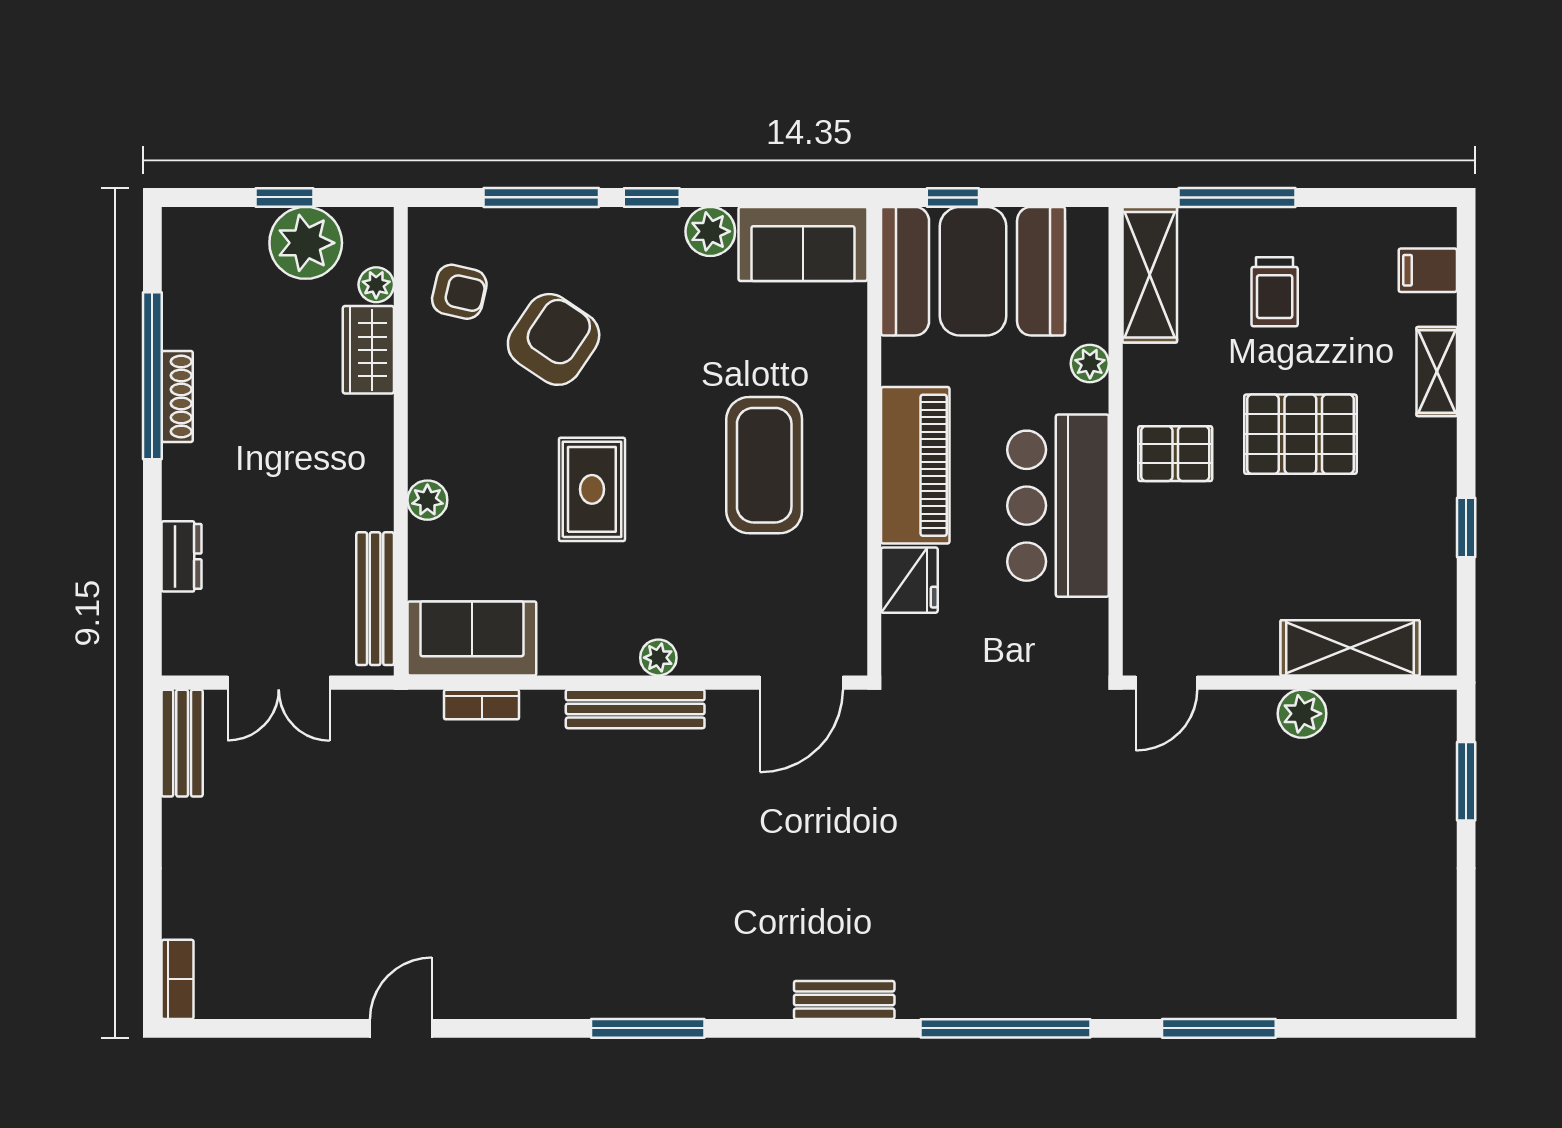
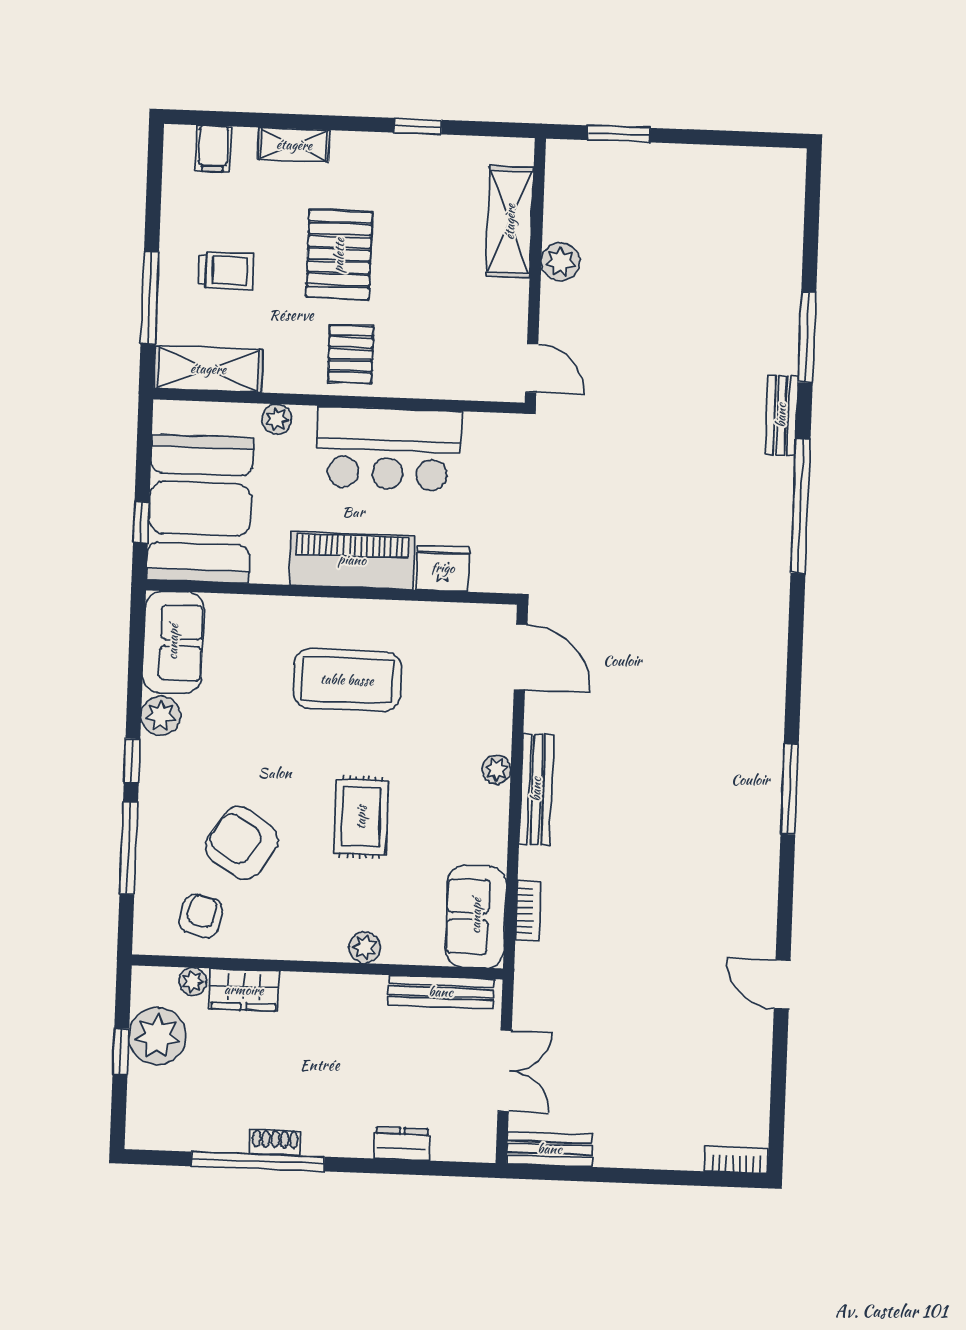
shoe rack: (177, 396) -> (275, 1142), width x0.70
rug: (592, 489) -> (361, 817), turned 90
bench: (844, 1000) -> (781, 415), moved

